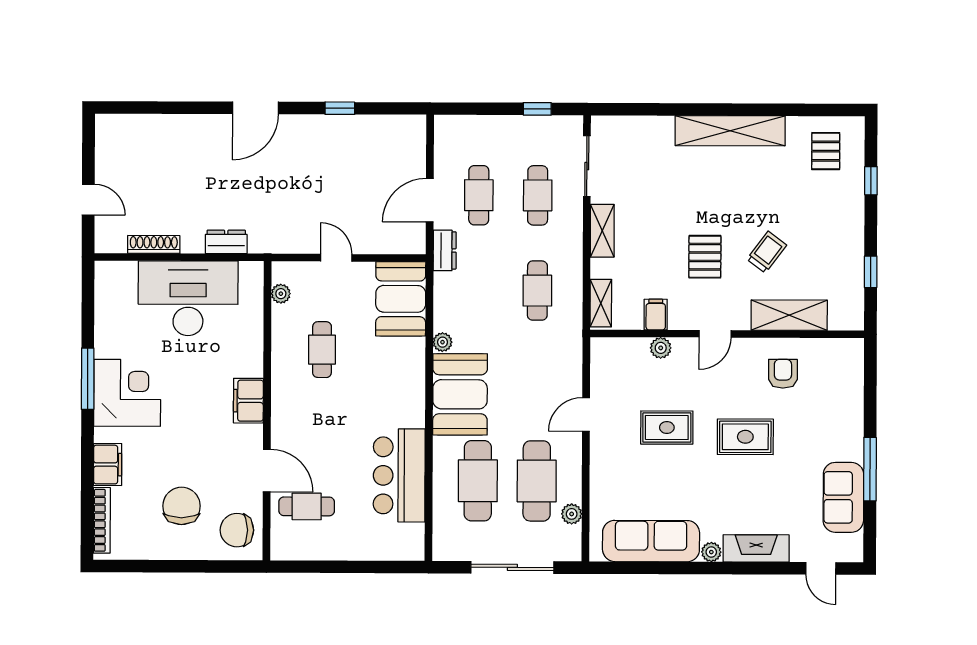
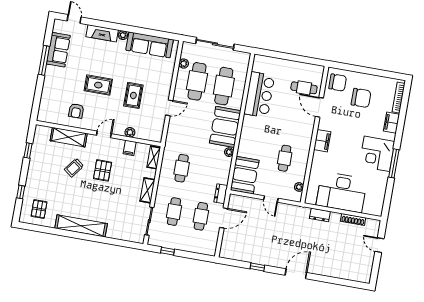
rug: (667, 428) -> (133, 95), turned 90
chair: (182, 506) -> (361, 98), turned -90

